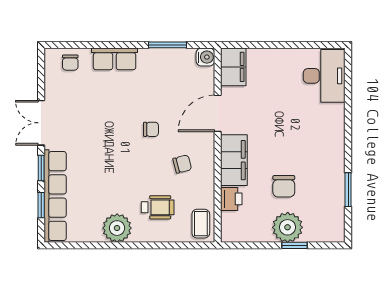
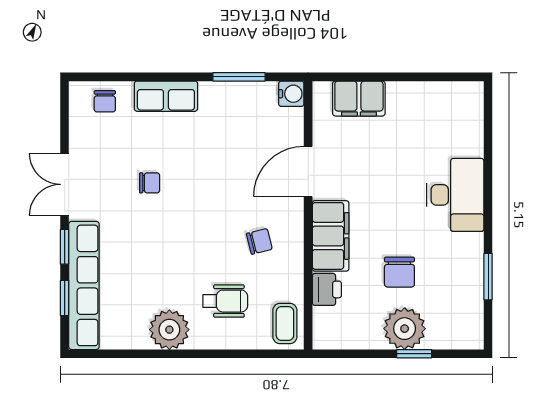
filing cabinet: (233, 67) -> (359, 99), moved, turned 90
desk: (324, 76) -> (455, 195), moved
chair: (151, 129) -> (150, 183), moved

